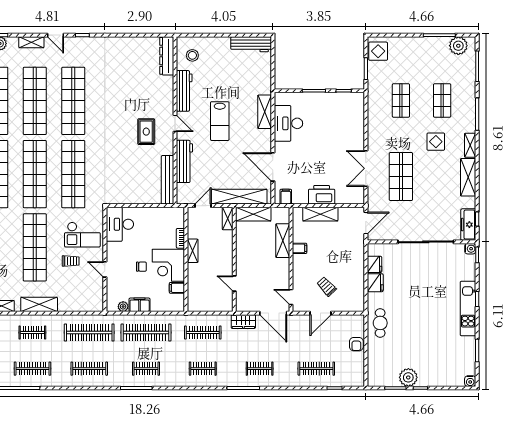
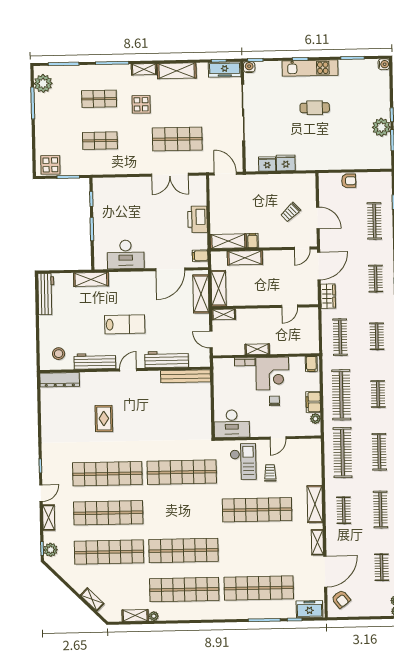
shelving: (265, 112) -> (91, 279), moved
rug: (146, 132) -> (104, 418), moved, turned 90
shop shelf: (35, 174) -> (183, 511), removed
shelving: (239, 197) -> (201, 294), width x0.68
shelving: (320, 214) -> (228, 241), moved, turned 90
filing cabinet: (177, 288) -> (311, 364), moved
cafe table: (380, 323) -> (315, 108), moved

